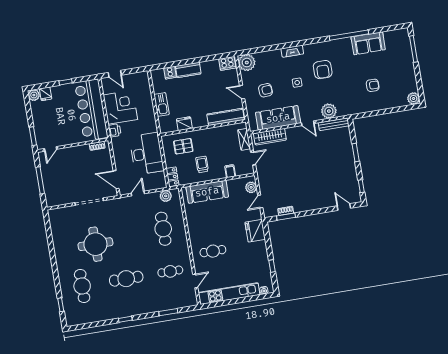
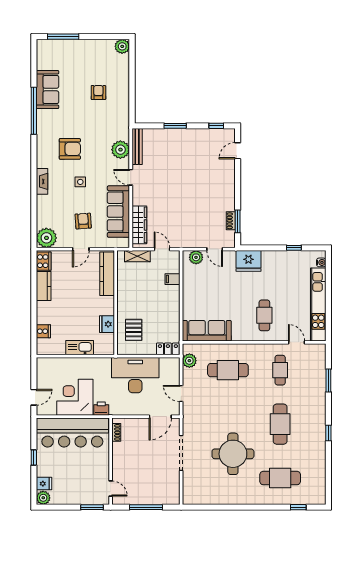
kitchen counter: (188, 70) -> (44, 286), moved
door: (308, 123) -> (131, 177), swing flipped
trolley: (202, 164) -> (159, 311), removed
sofa: (207, 192) -> (207, 331), moved, turned -90

